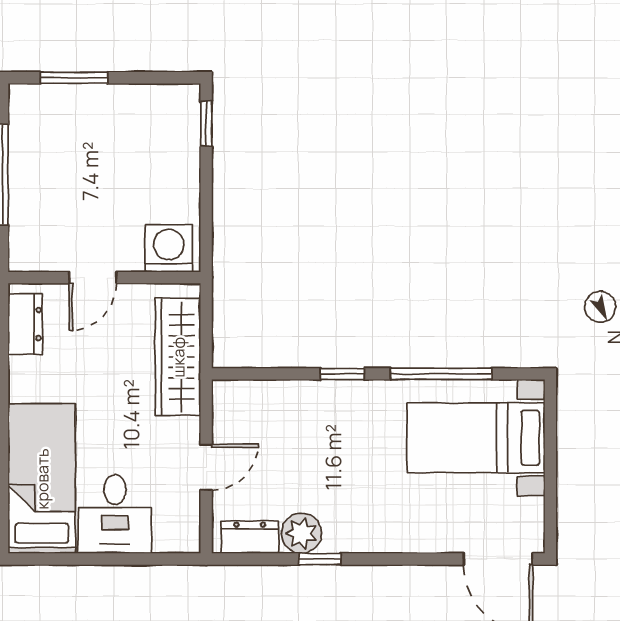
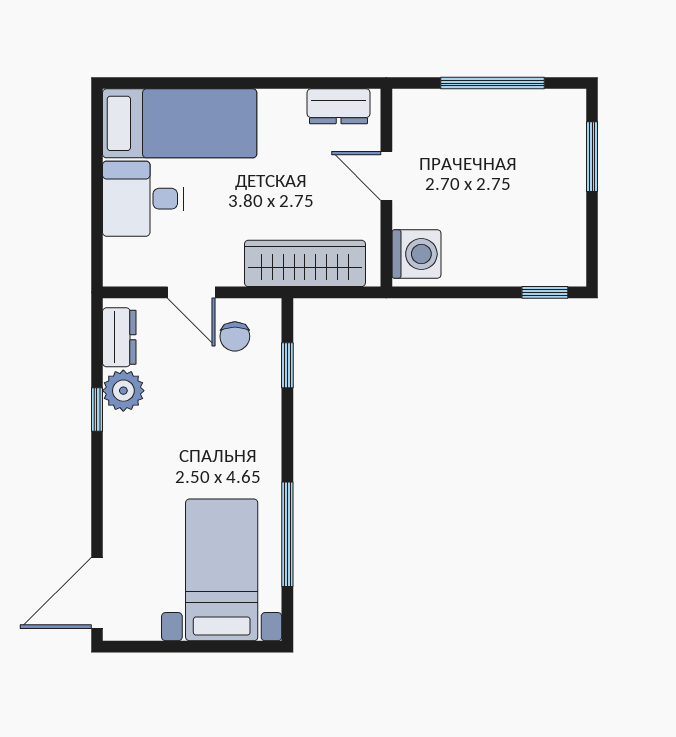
window: (342, 374) -> (287, 365), moved
chair: (249, 425) -> (235, 336), added

